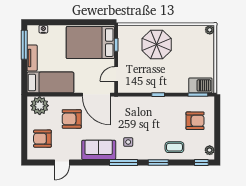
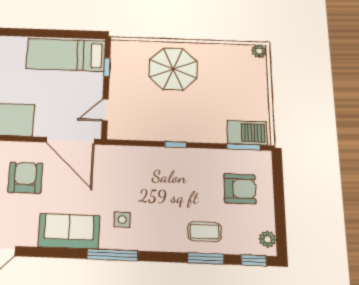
bed: (90, 43) -> (66, 55), width x0.67
armchair: (72, 119) -> (25, 178), turned 90
window: (158, 163) -> (206, 259), moved

